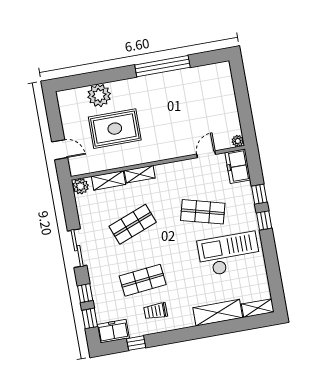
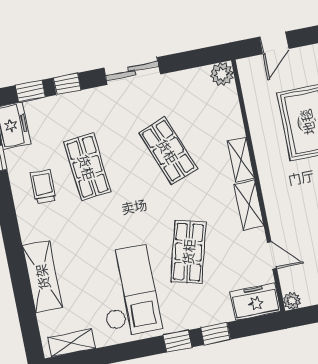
shelving: (109, 180) -> (249, 205), moved
shelving: (258, 308) -> (72, 343), moved, turned 90

